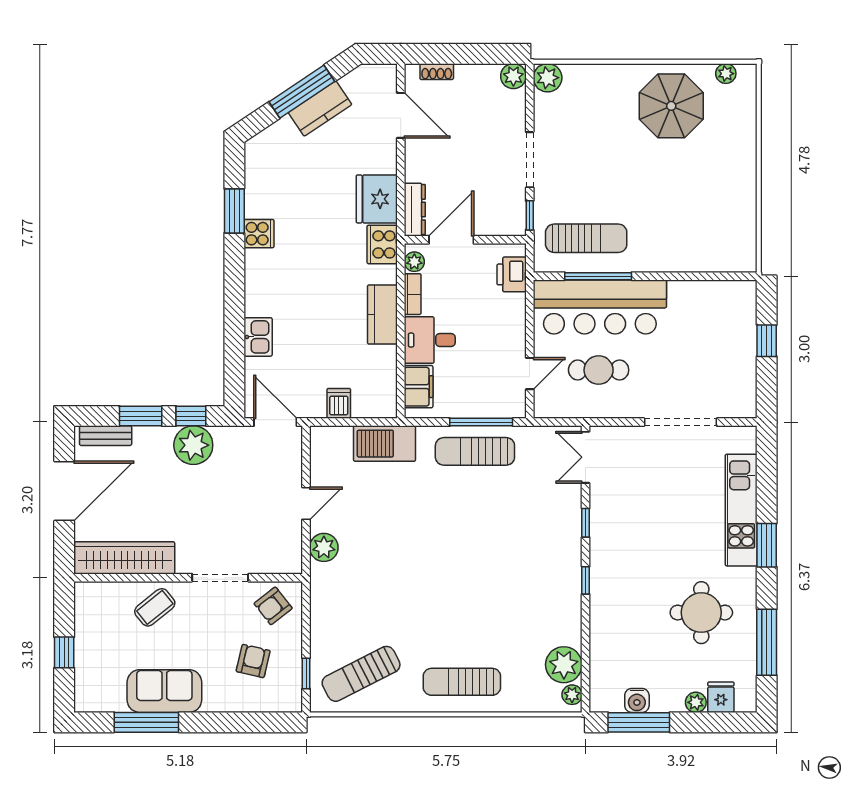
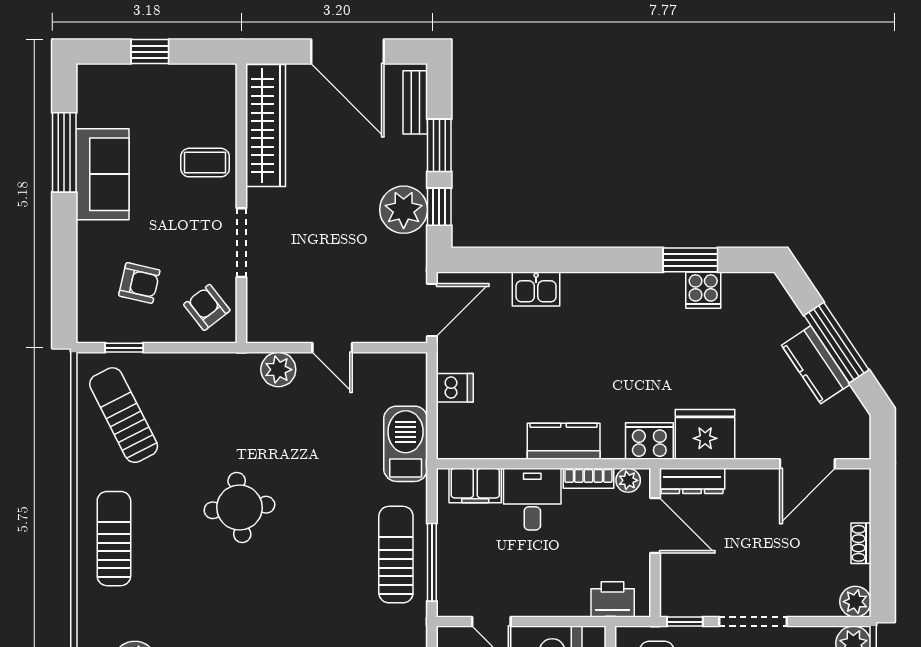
shoe rack: (437, 72) -> (861, 543), moved
cooker: (259, 234) -> (703, 290), moved
round table: (437, 579) -> (239, 507), added
coffee table: (155, 607) -> (205, 163), turned -51

